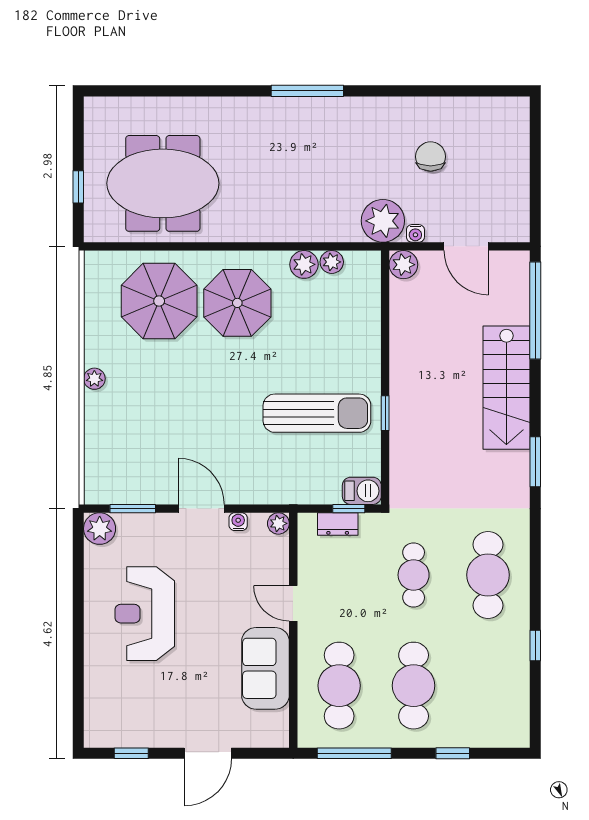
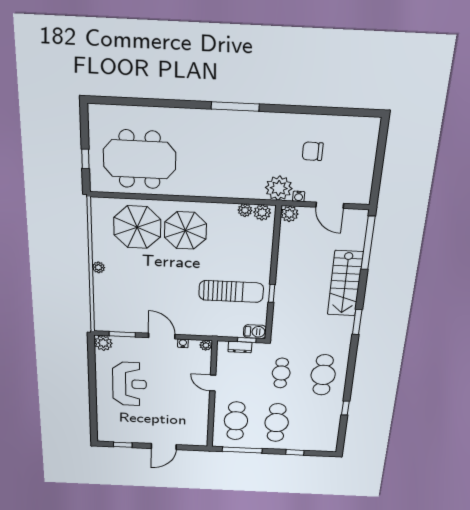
chair: (431, 157) -> (313, 151), turned -90
plant: (304, 264) -> (262, 212), moved
reception desk: (145, 614) -> (129, 384), turned 180
sofa: (265, 668) -> (196, 411), removed

